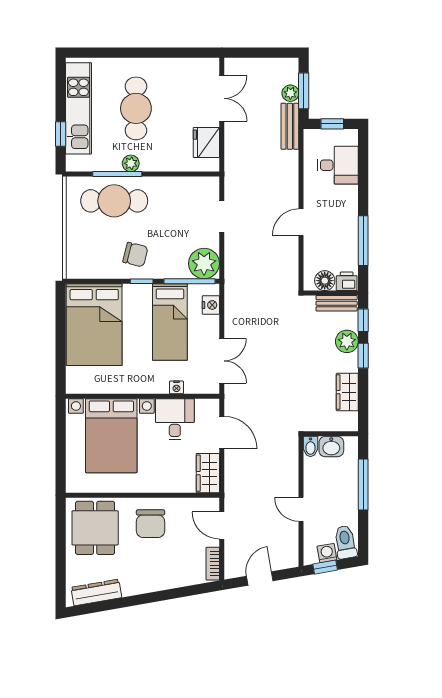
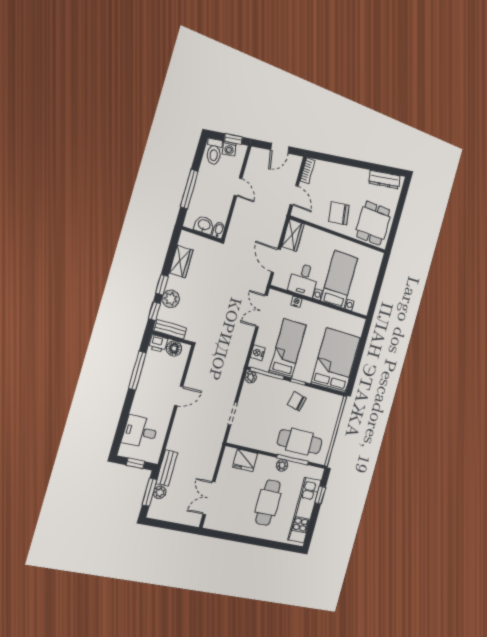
fridge: (206, 143) -> (245, 460), moved, turned 90
plant: (204, 263) -> (251, 377), width x0.53, depth x0.53
bed with nightstands: (111, 436) -> (339, 280), width x0.73
chair: (150, 524) -> (339, 213), turned -99

